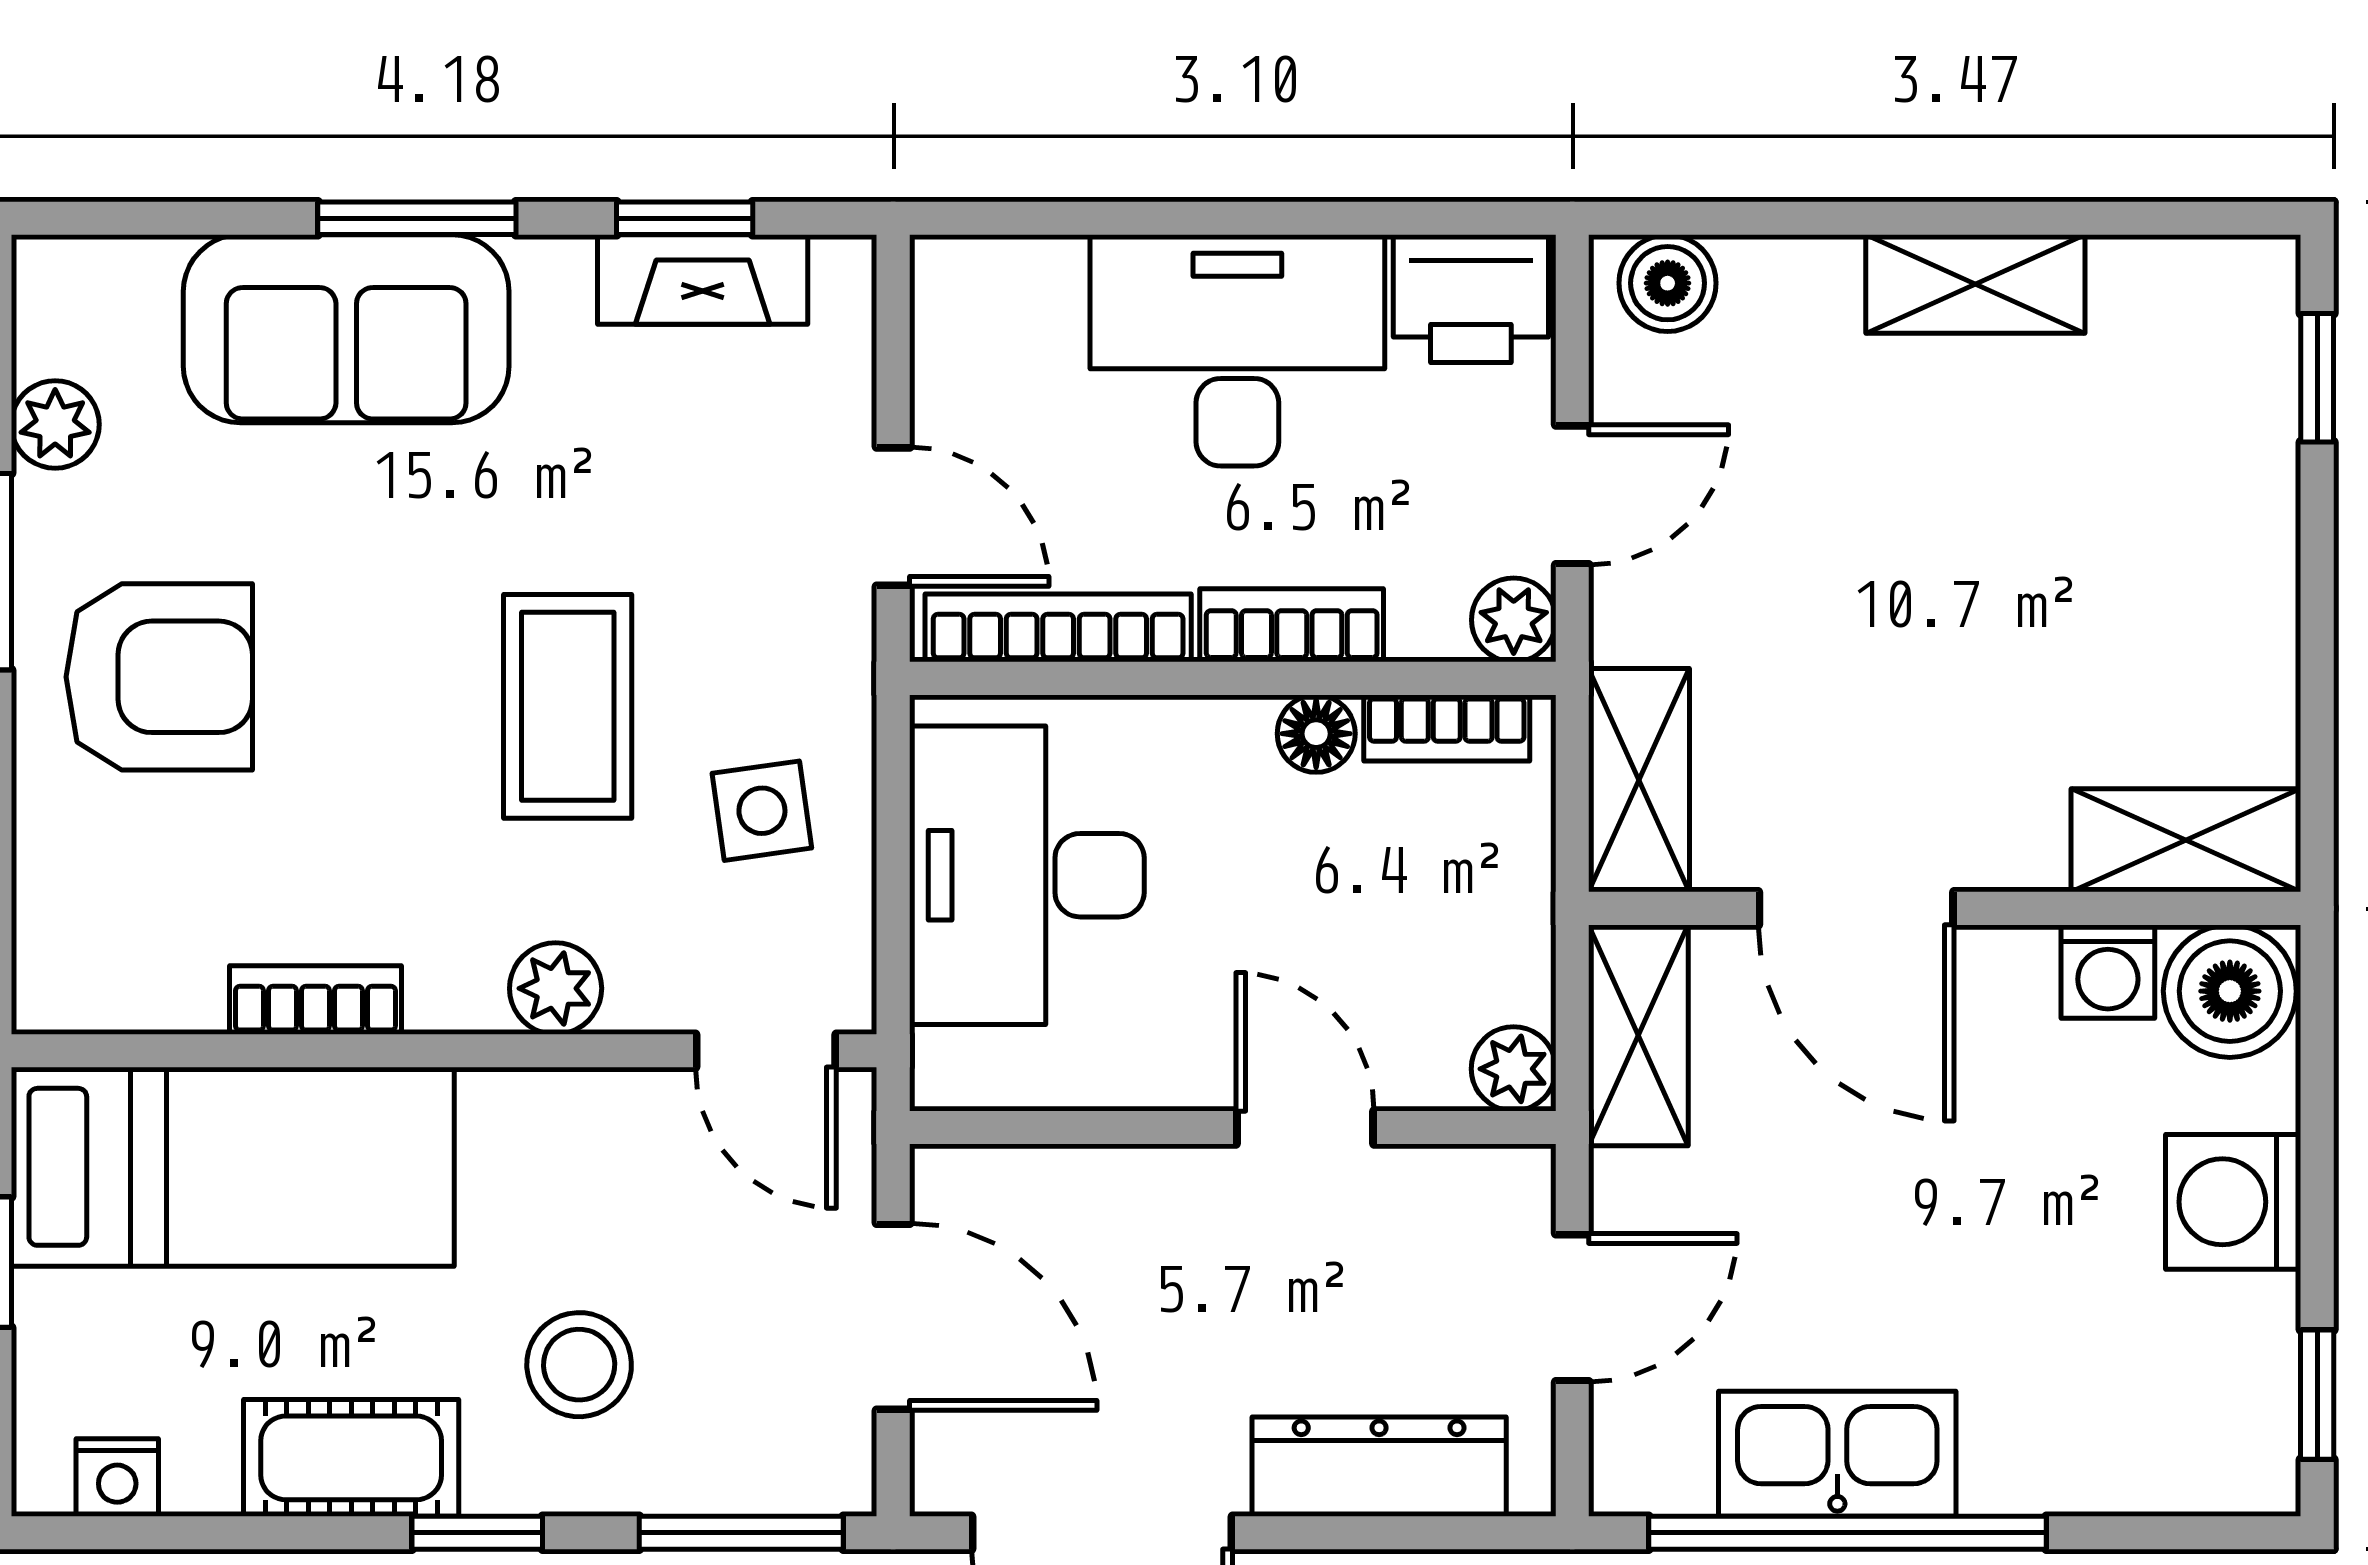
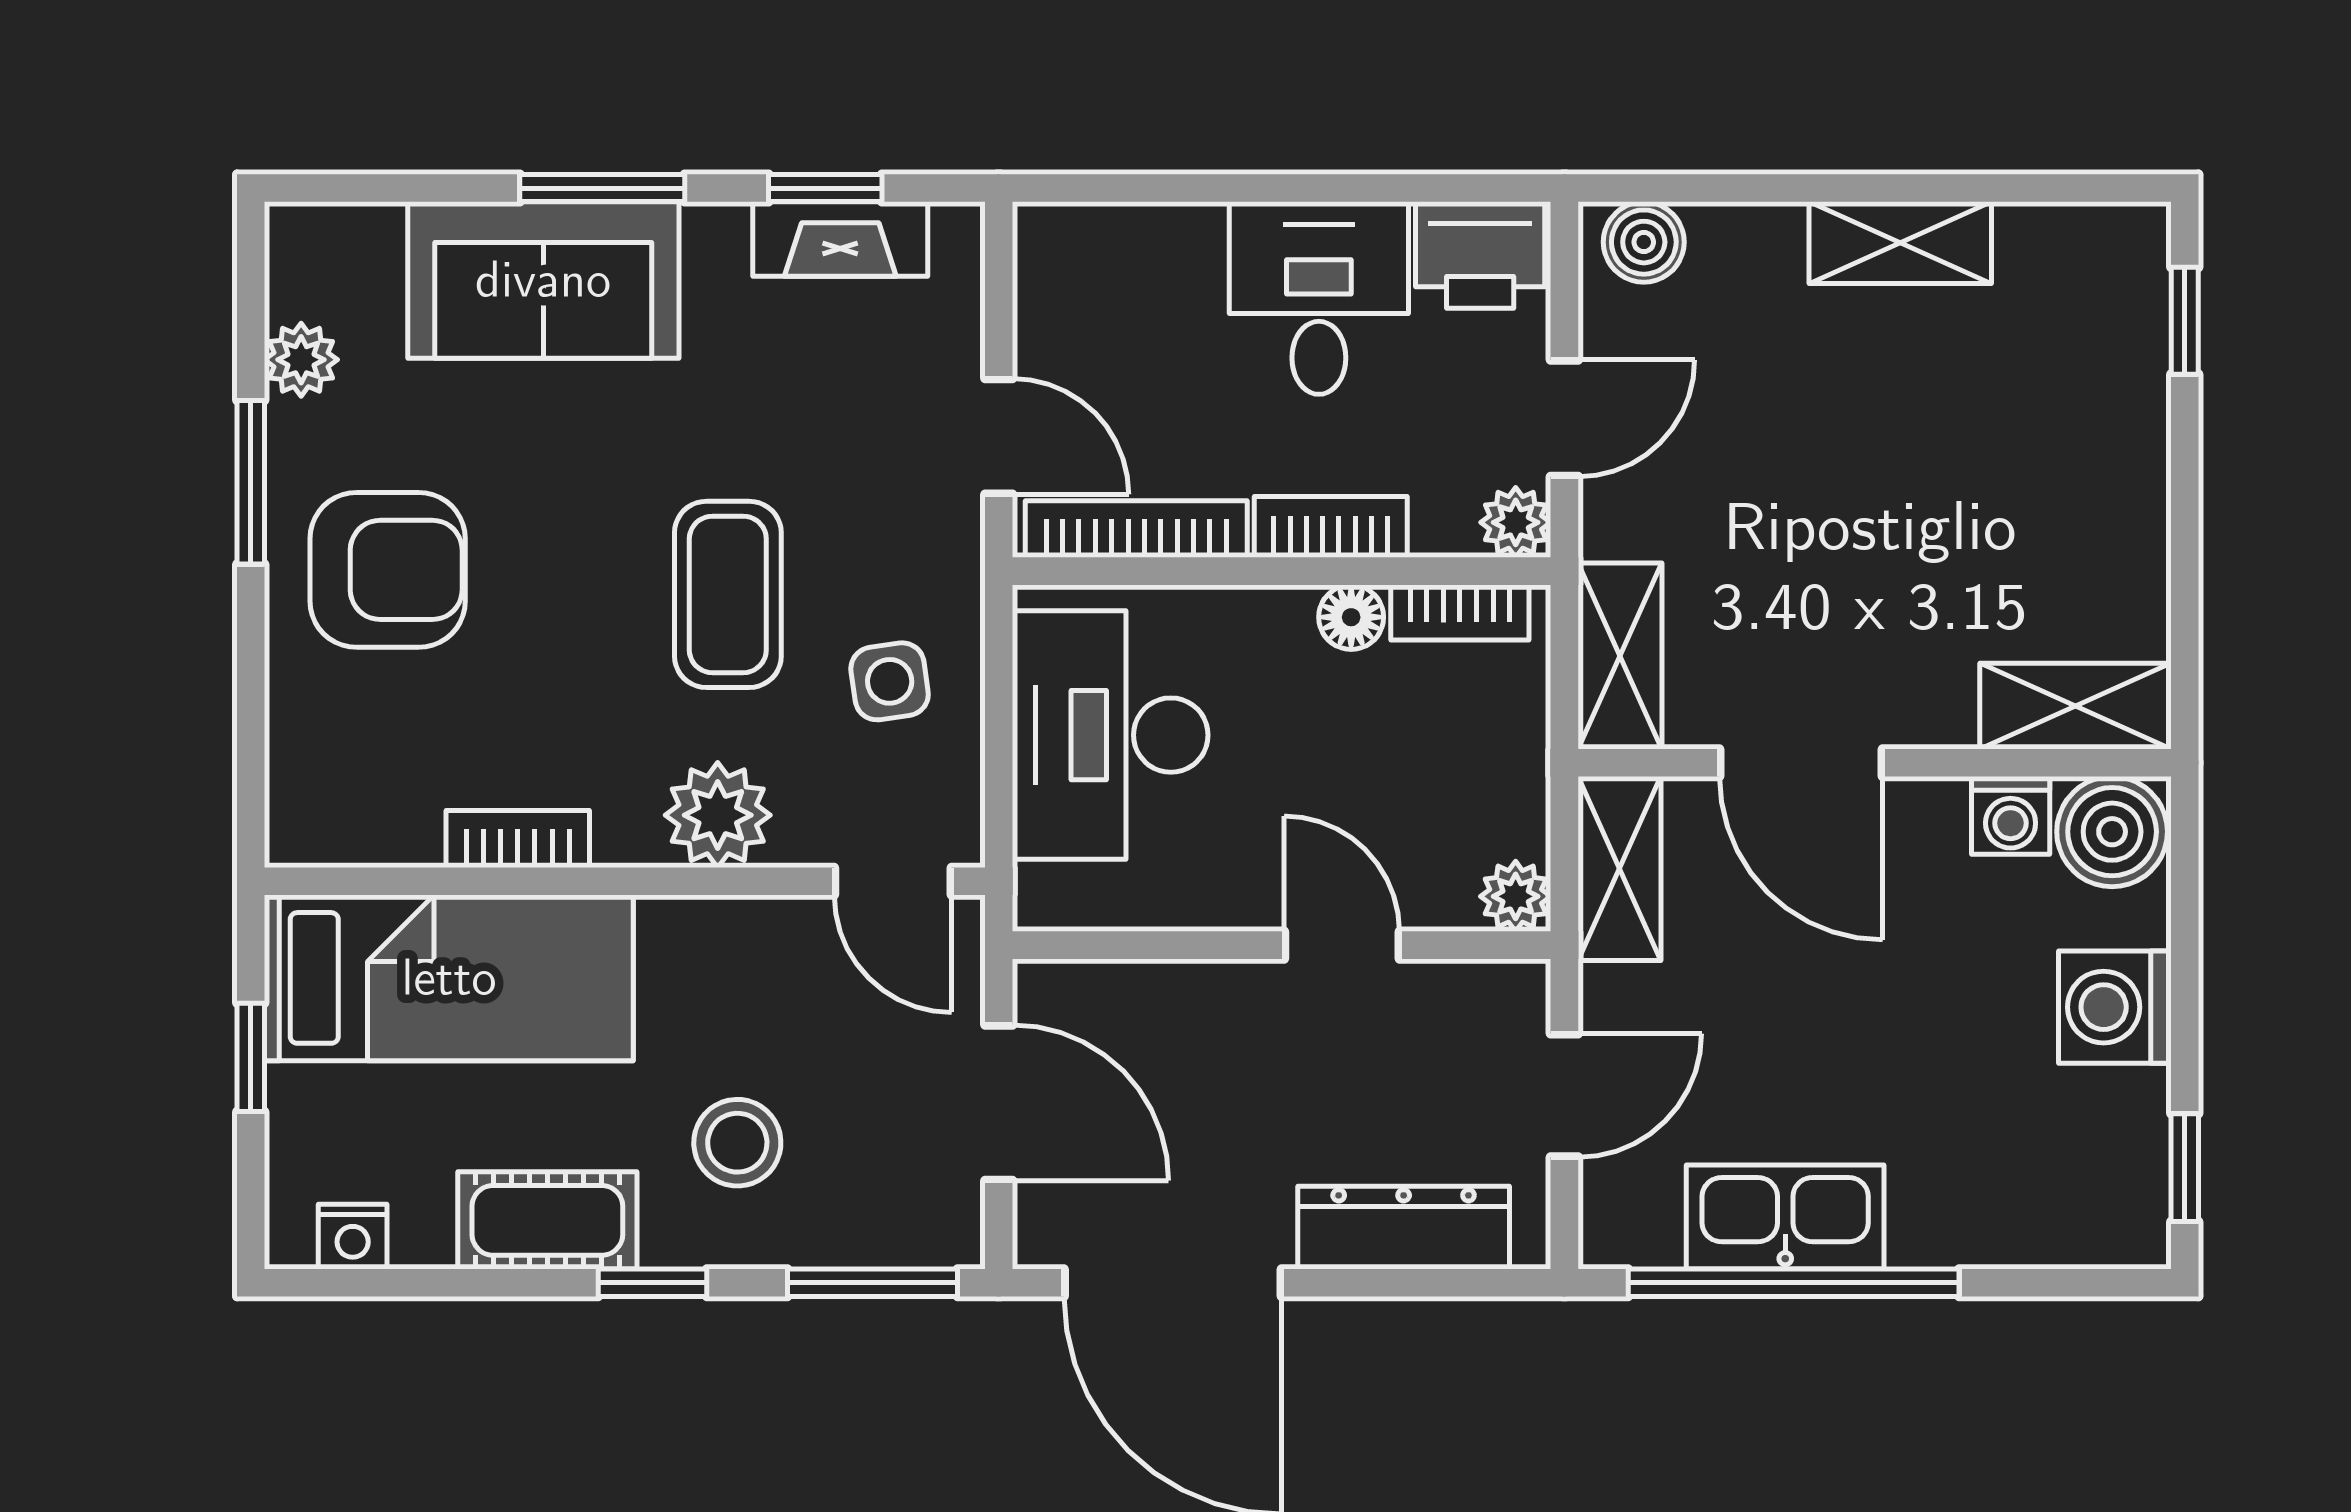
desk: (1237, 350) -> (1319, 298), width x0.73
plant: (556, 988) -> (718, 815), width x1.38, depth x1.38

